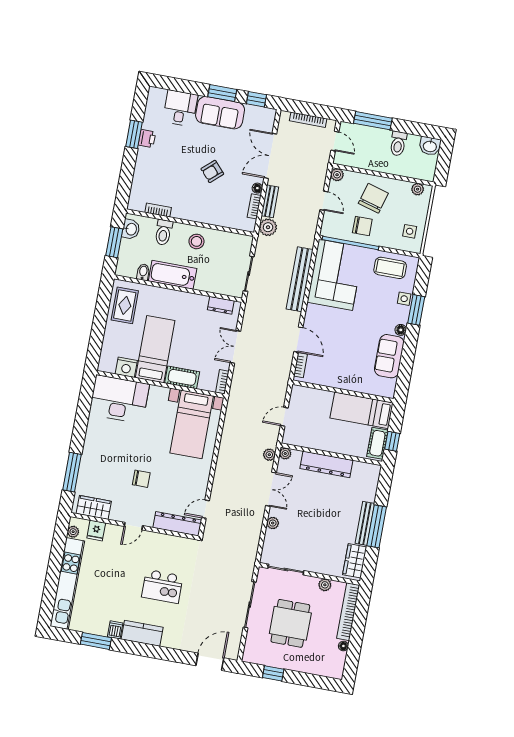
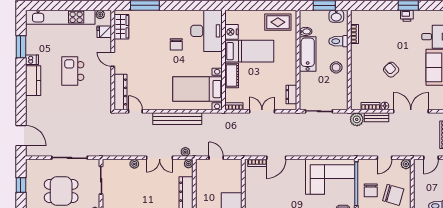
bench: (300, 279) -> (177, 119), moved
chair: (141, 479) -> (176, 44), moved
kitchen island: (162, 586) -> (73, 71), moved

